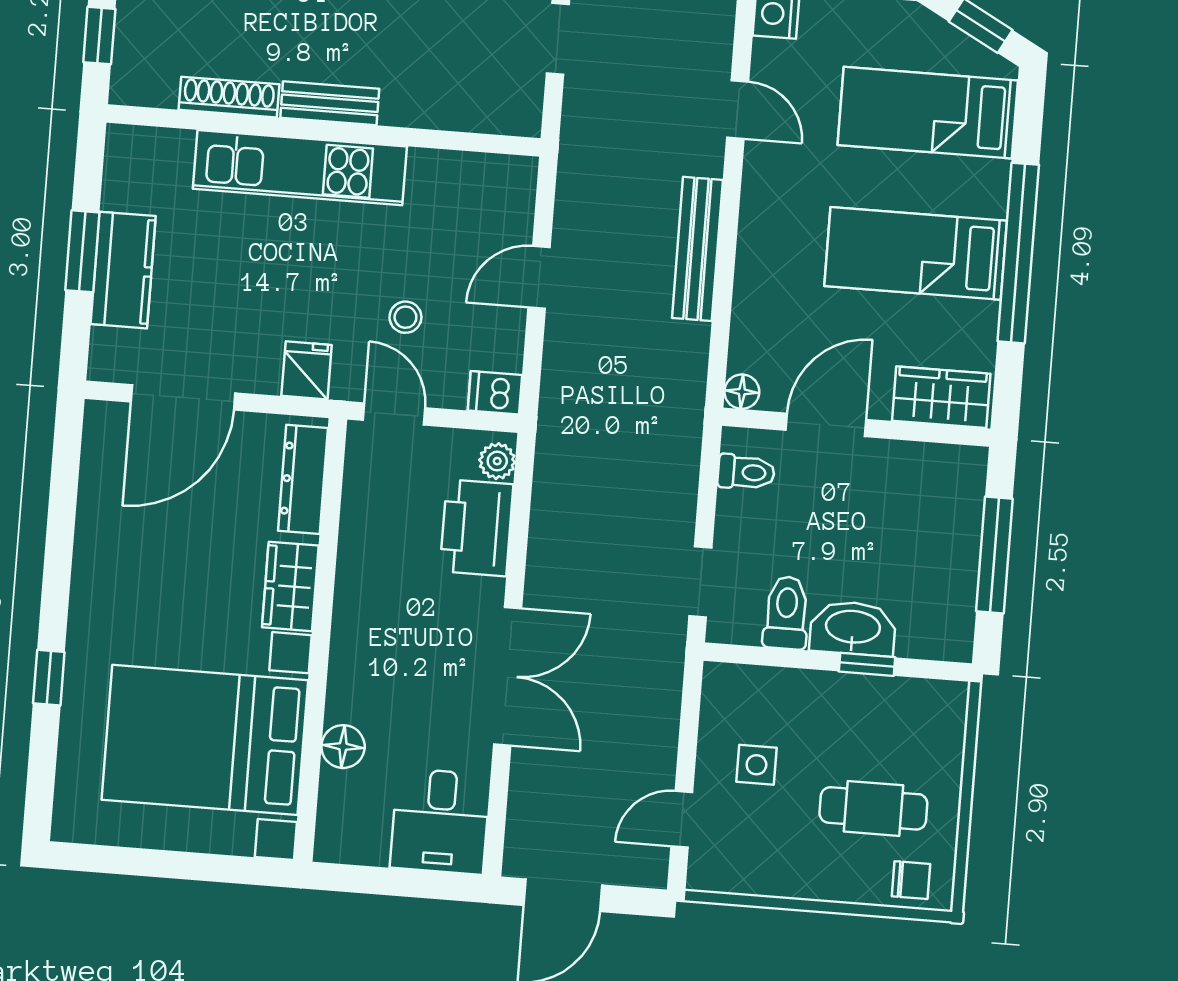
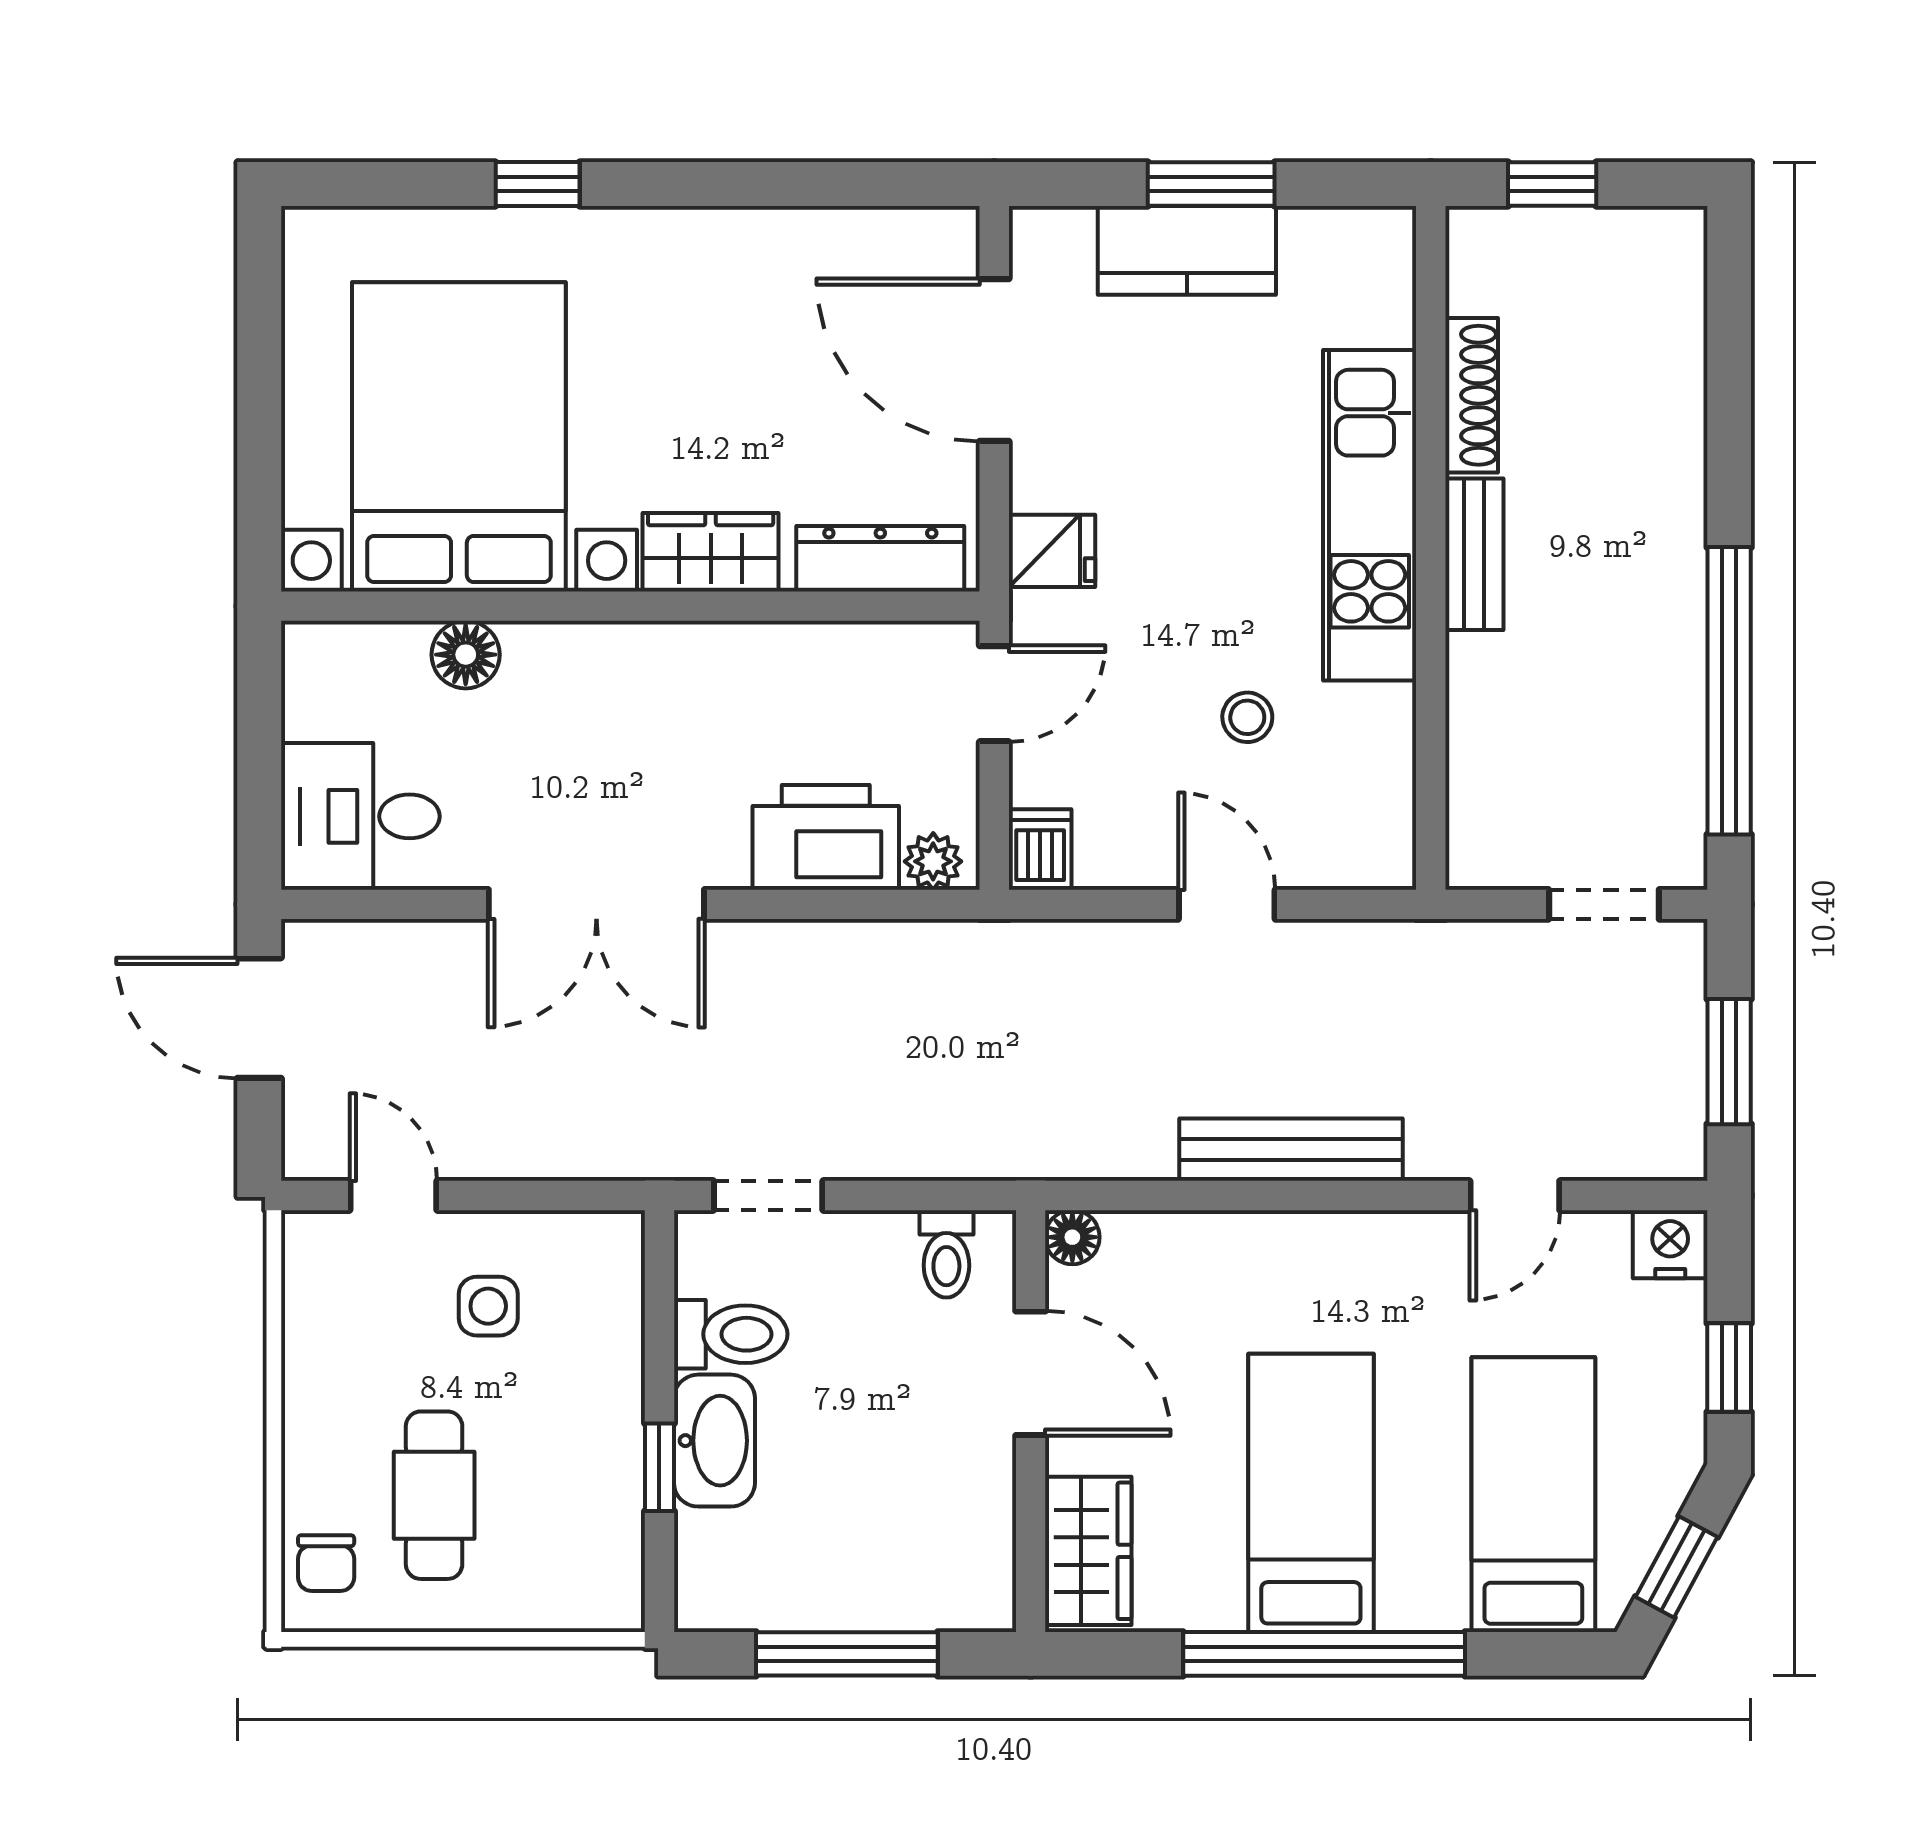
stool: (405, 317) -> (1247, 717), moved

